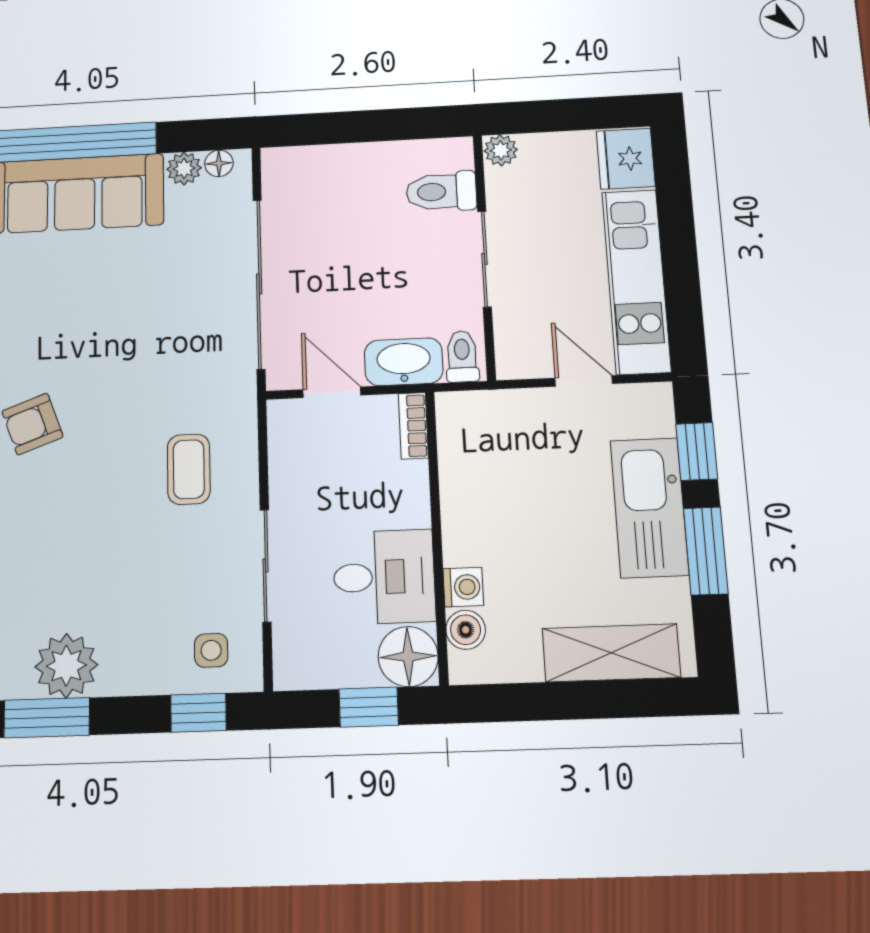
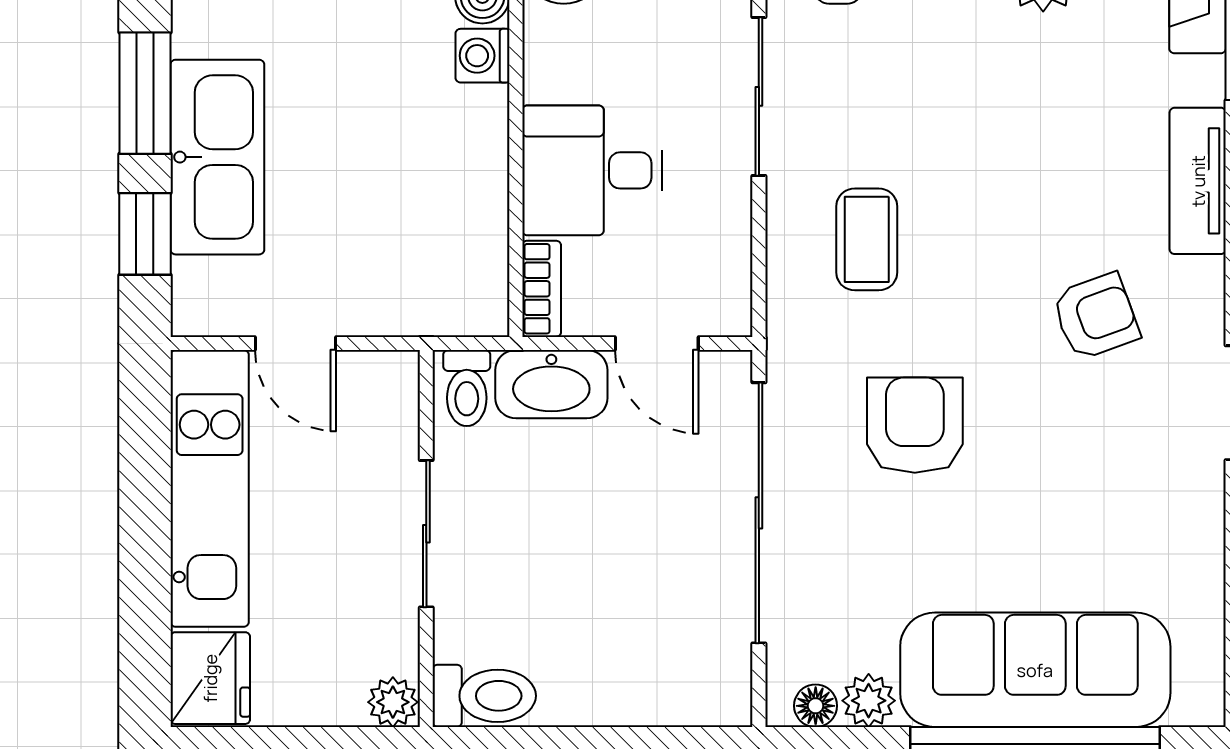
toilet: (441, 192) -> (484, 696), moved
armchair: (155, 346) -> (915, 425), added
desk: (384, 577) -> (592, 170), moved

